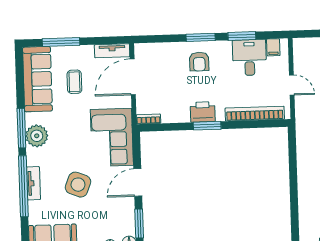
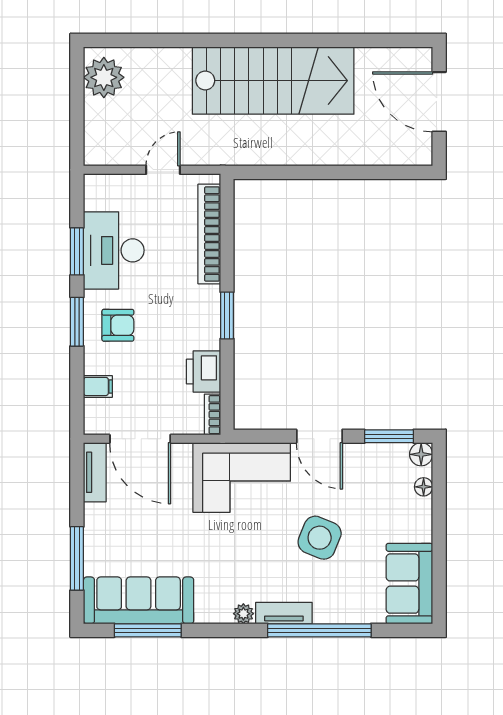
filing cabinet: (273, 47) -> (98, 386), moved
desk: (249, 57) -> (114, 250), width x1.37
coffee table: (74, 82) -> (145, 538), removed
printer: (203, 112) -> (203, 372), moved
window: (21, 128) -> (148, 630), moved
plant: (37, 136) -> (243, 614), width x0.53, depth x0.53
tv unit: (33, 183) -> (284, 613), moved

